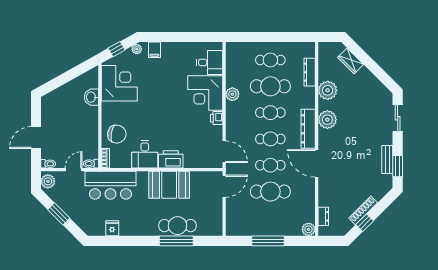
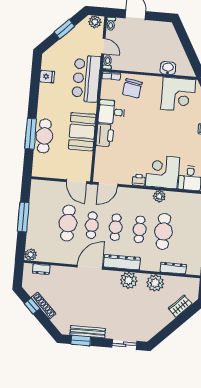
cafe table: (270, 60) -> (187, 234), removed
bench: (387, 159) -> (88, 332), width x1.36

